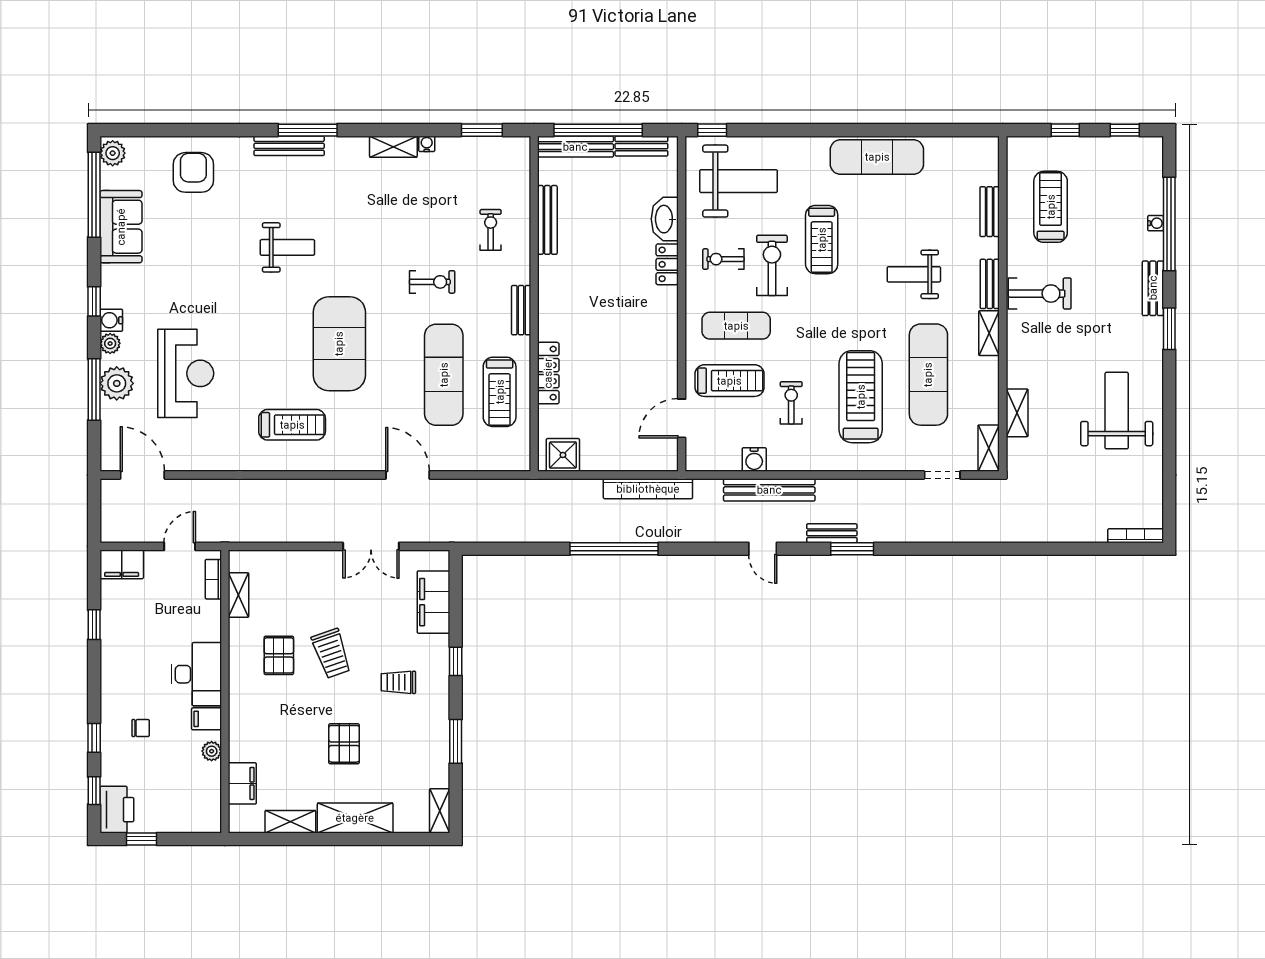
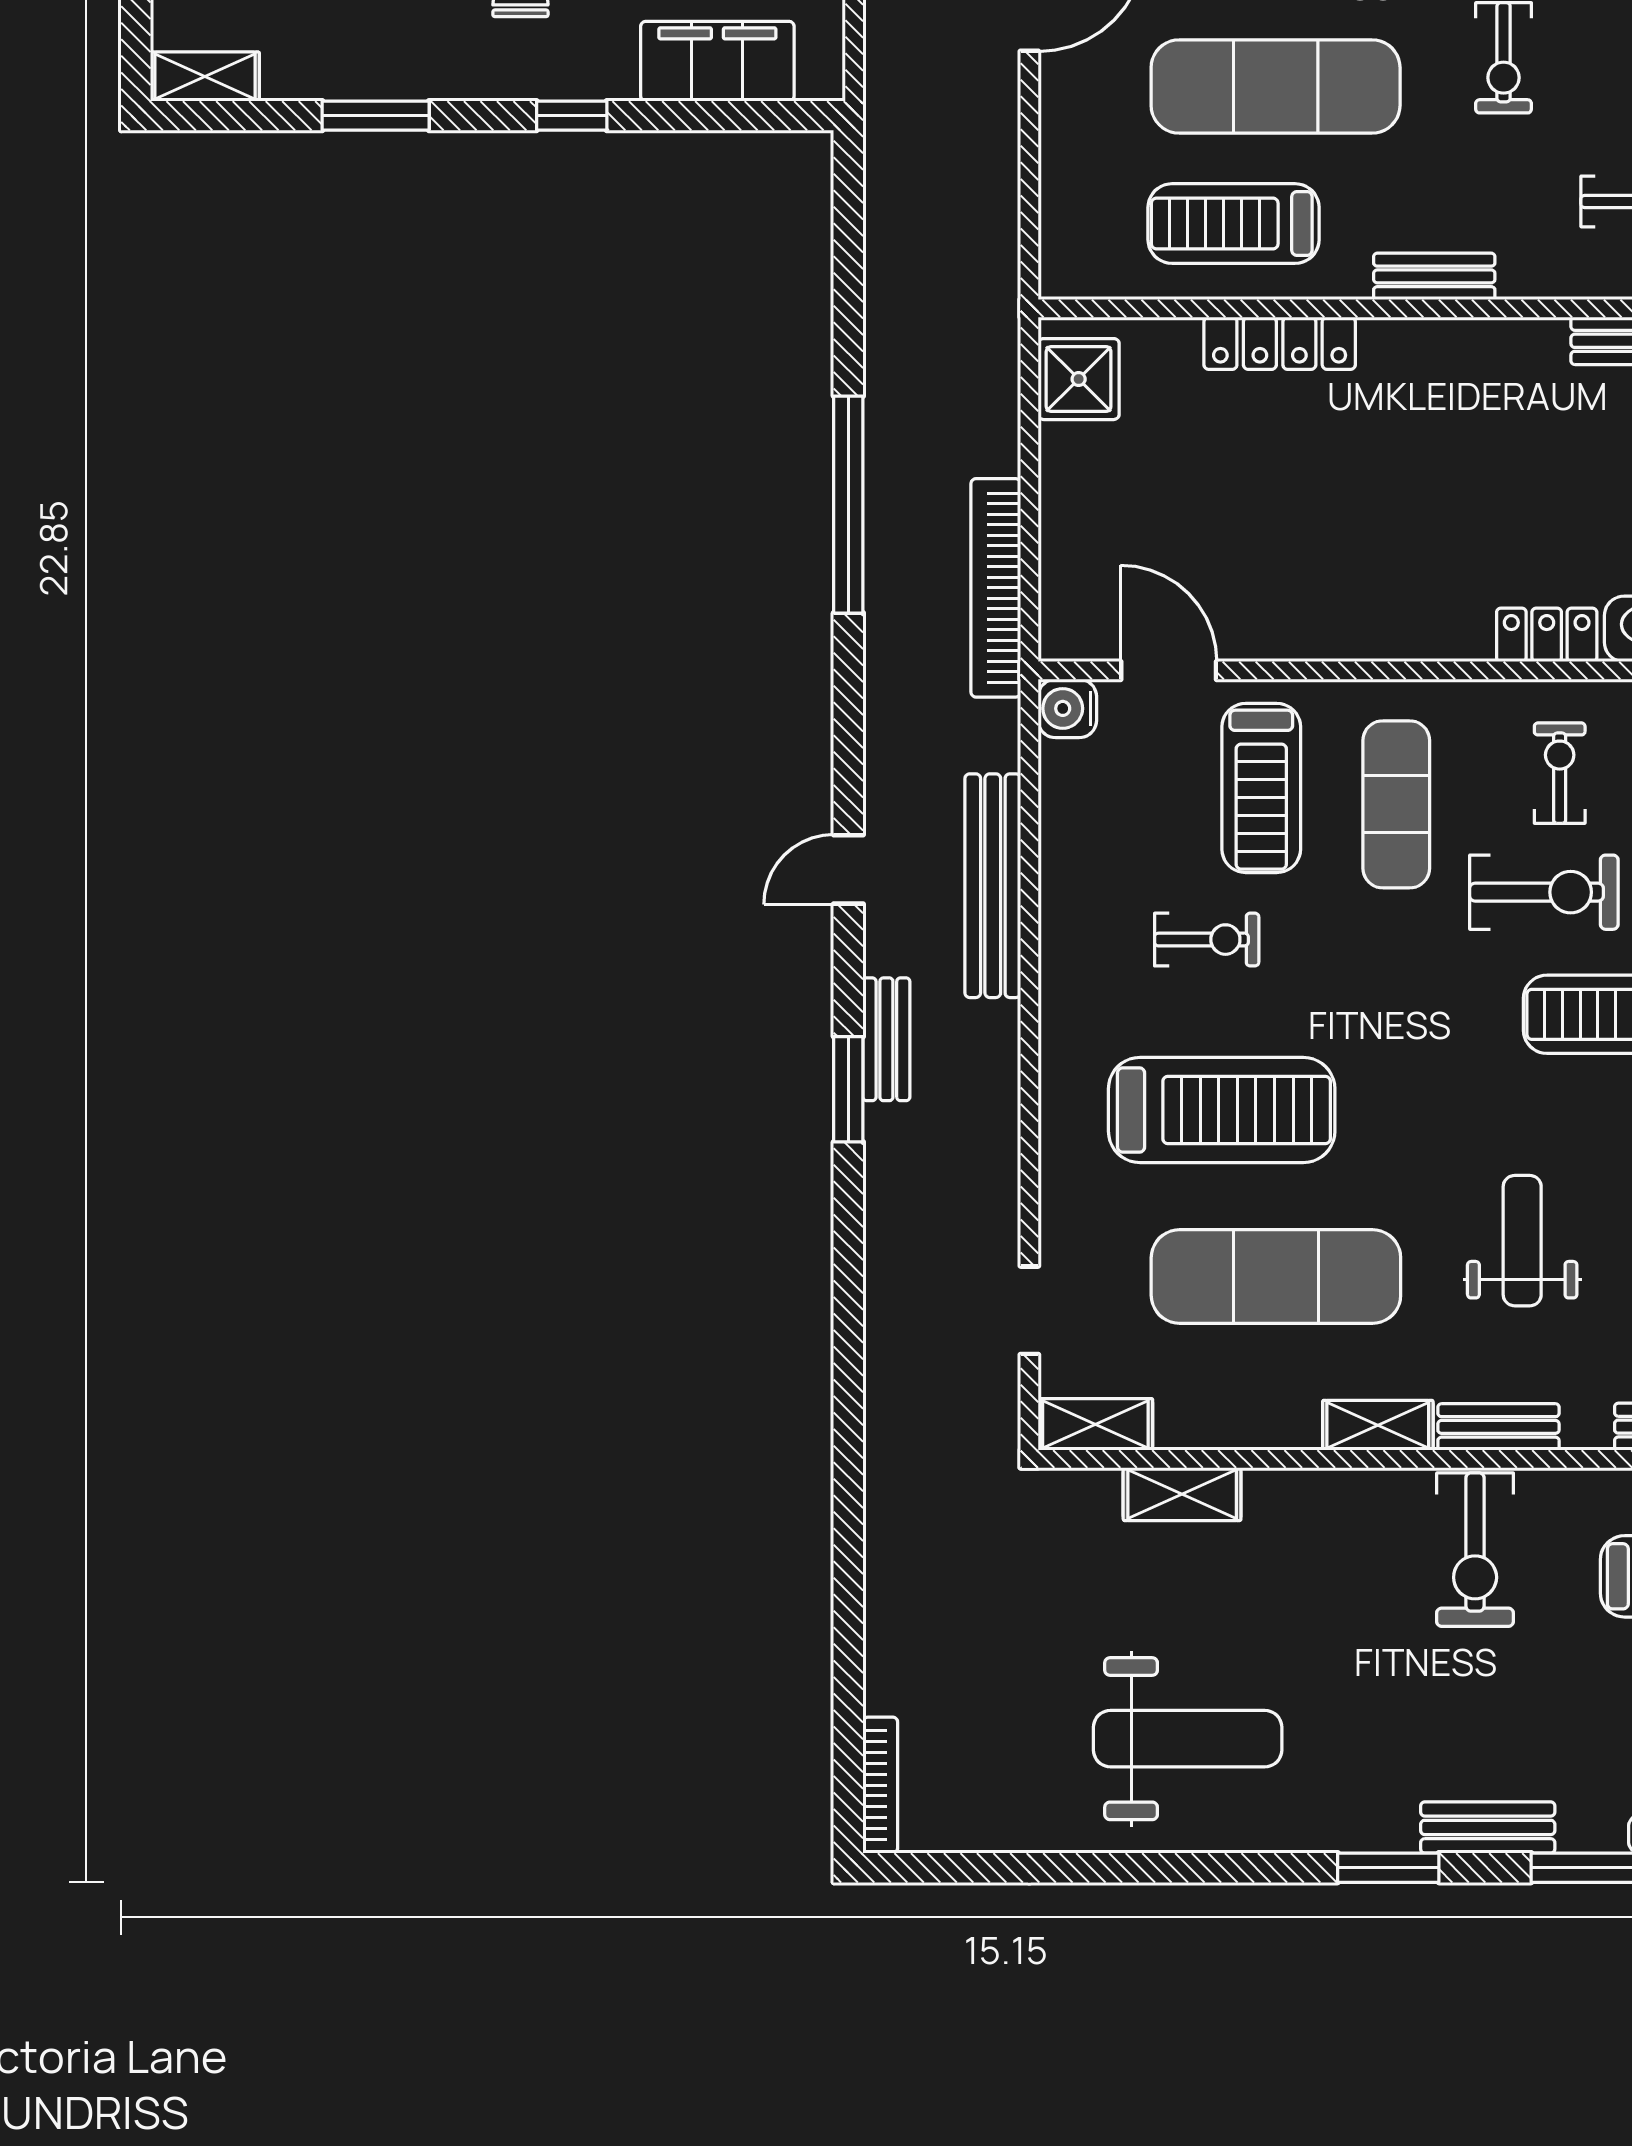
water cooler: (754, 460) -> (1067, 708), moved

